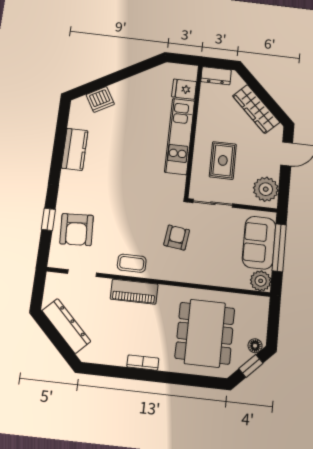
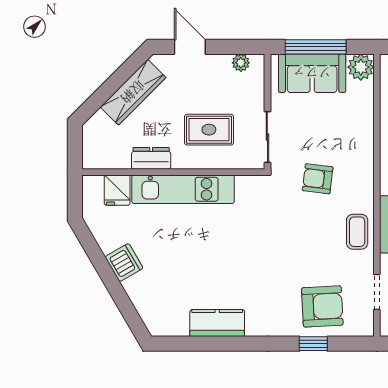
dresser: (216, 76) -> (151, 158), moved, turned -90
dishwasher: (100, 99) -> (124, 263), moved
plant: (266, 189) -> (241, 63), width x0.53, depth x0.53

